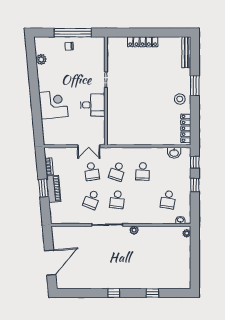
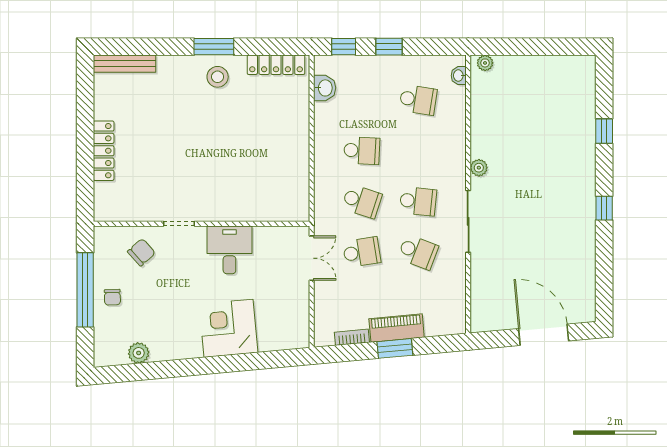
chair: (92, 61) -> (141, 252), added
window: (195, 86) -> (214, 47), moved

